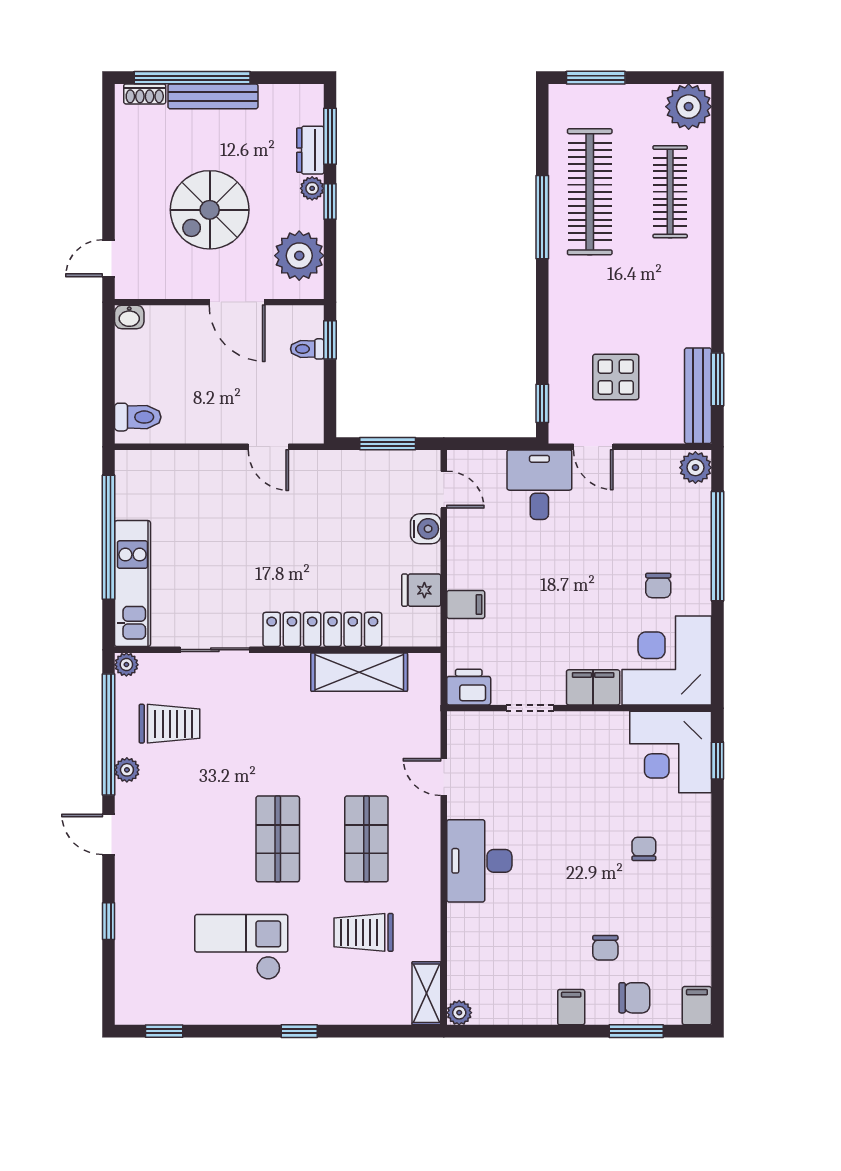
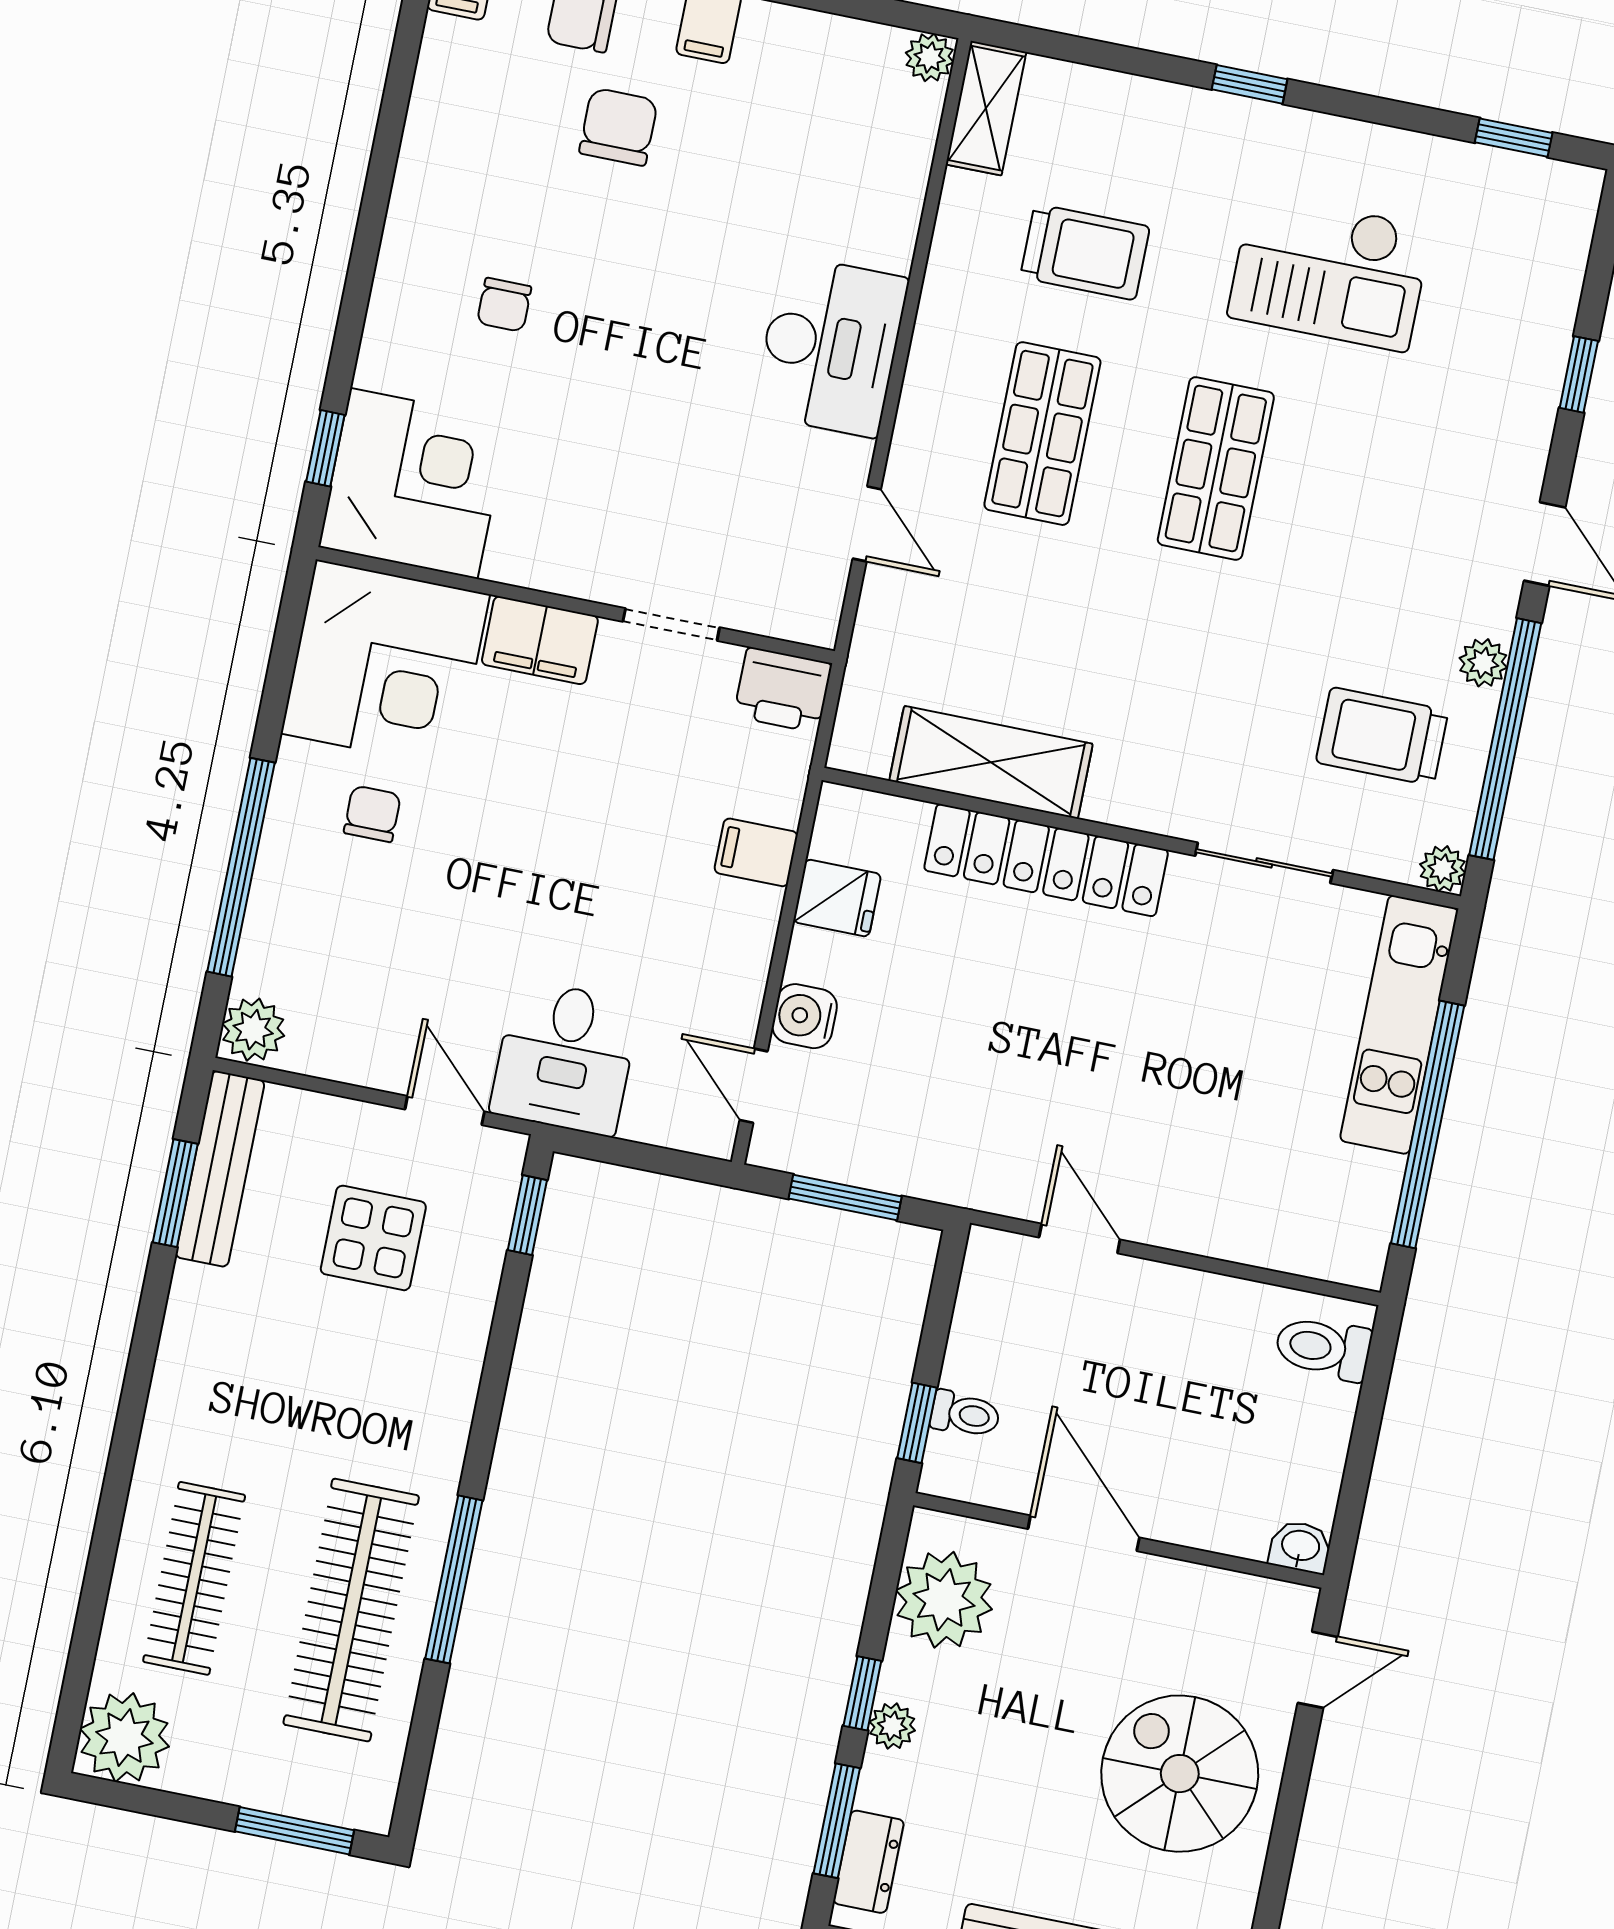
dresser: (310, 150) -> (869, 1862), moved
spiral stairs: (210, 210) -> (1180, 1774), moved, turned -90
chair: (605, 948) -> (618, 127), width x1.37, depth x1.37

